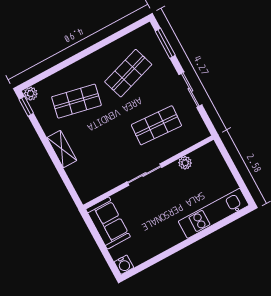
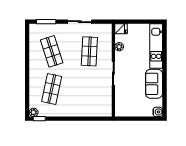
shelving: (62, 149) -> (74, 112), removed
fridge: (211, 152) -> (121, 29), added
sofa: (108, 223) -> (154, 84), moved, turned -90

